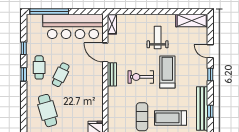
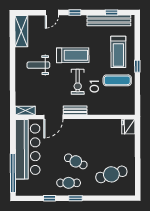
treadmill: (167, 72) -> (73, 55), turned 180

